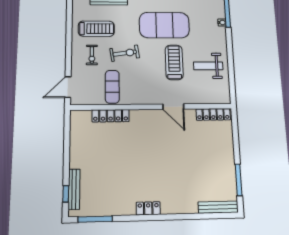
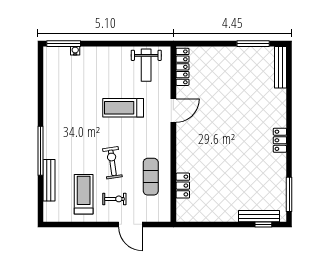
exercise mat: (164, 25) -> (79, 117), removed
weight bench: (208, 66) -> (146, 65), moved
door: (68, 87) -> (130, 224), moved
exercise mat: (112, 87) -> (151, 177), turned 90
locker: (111, 116) -> (183, 186), width x0.66

